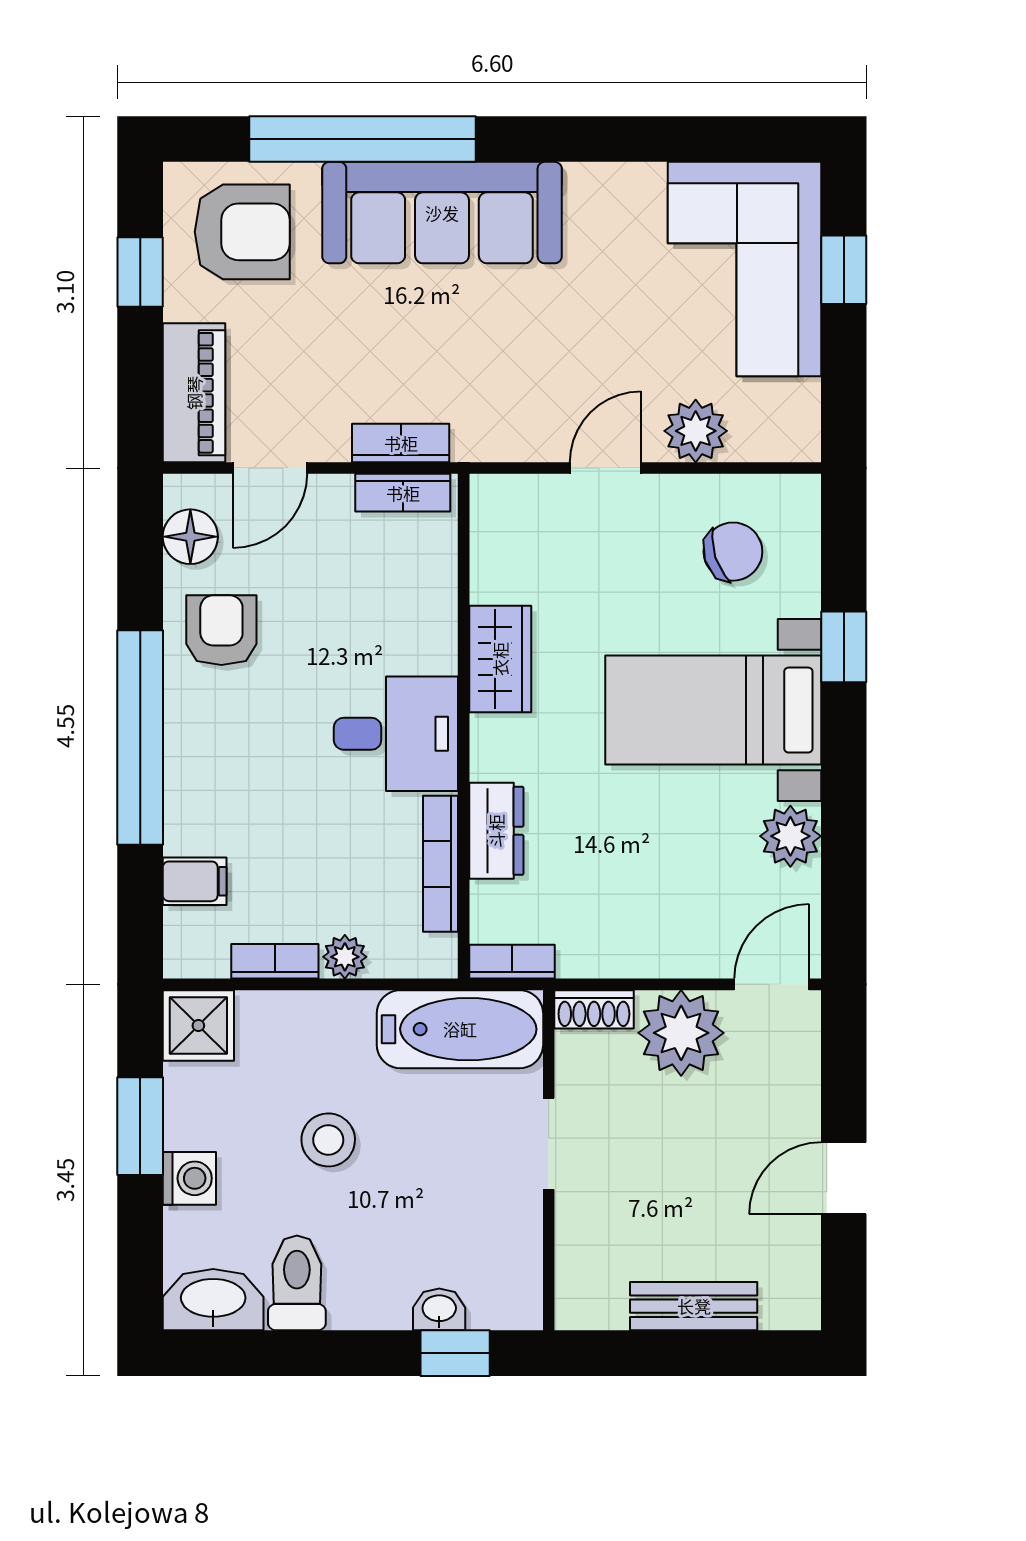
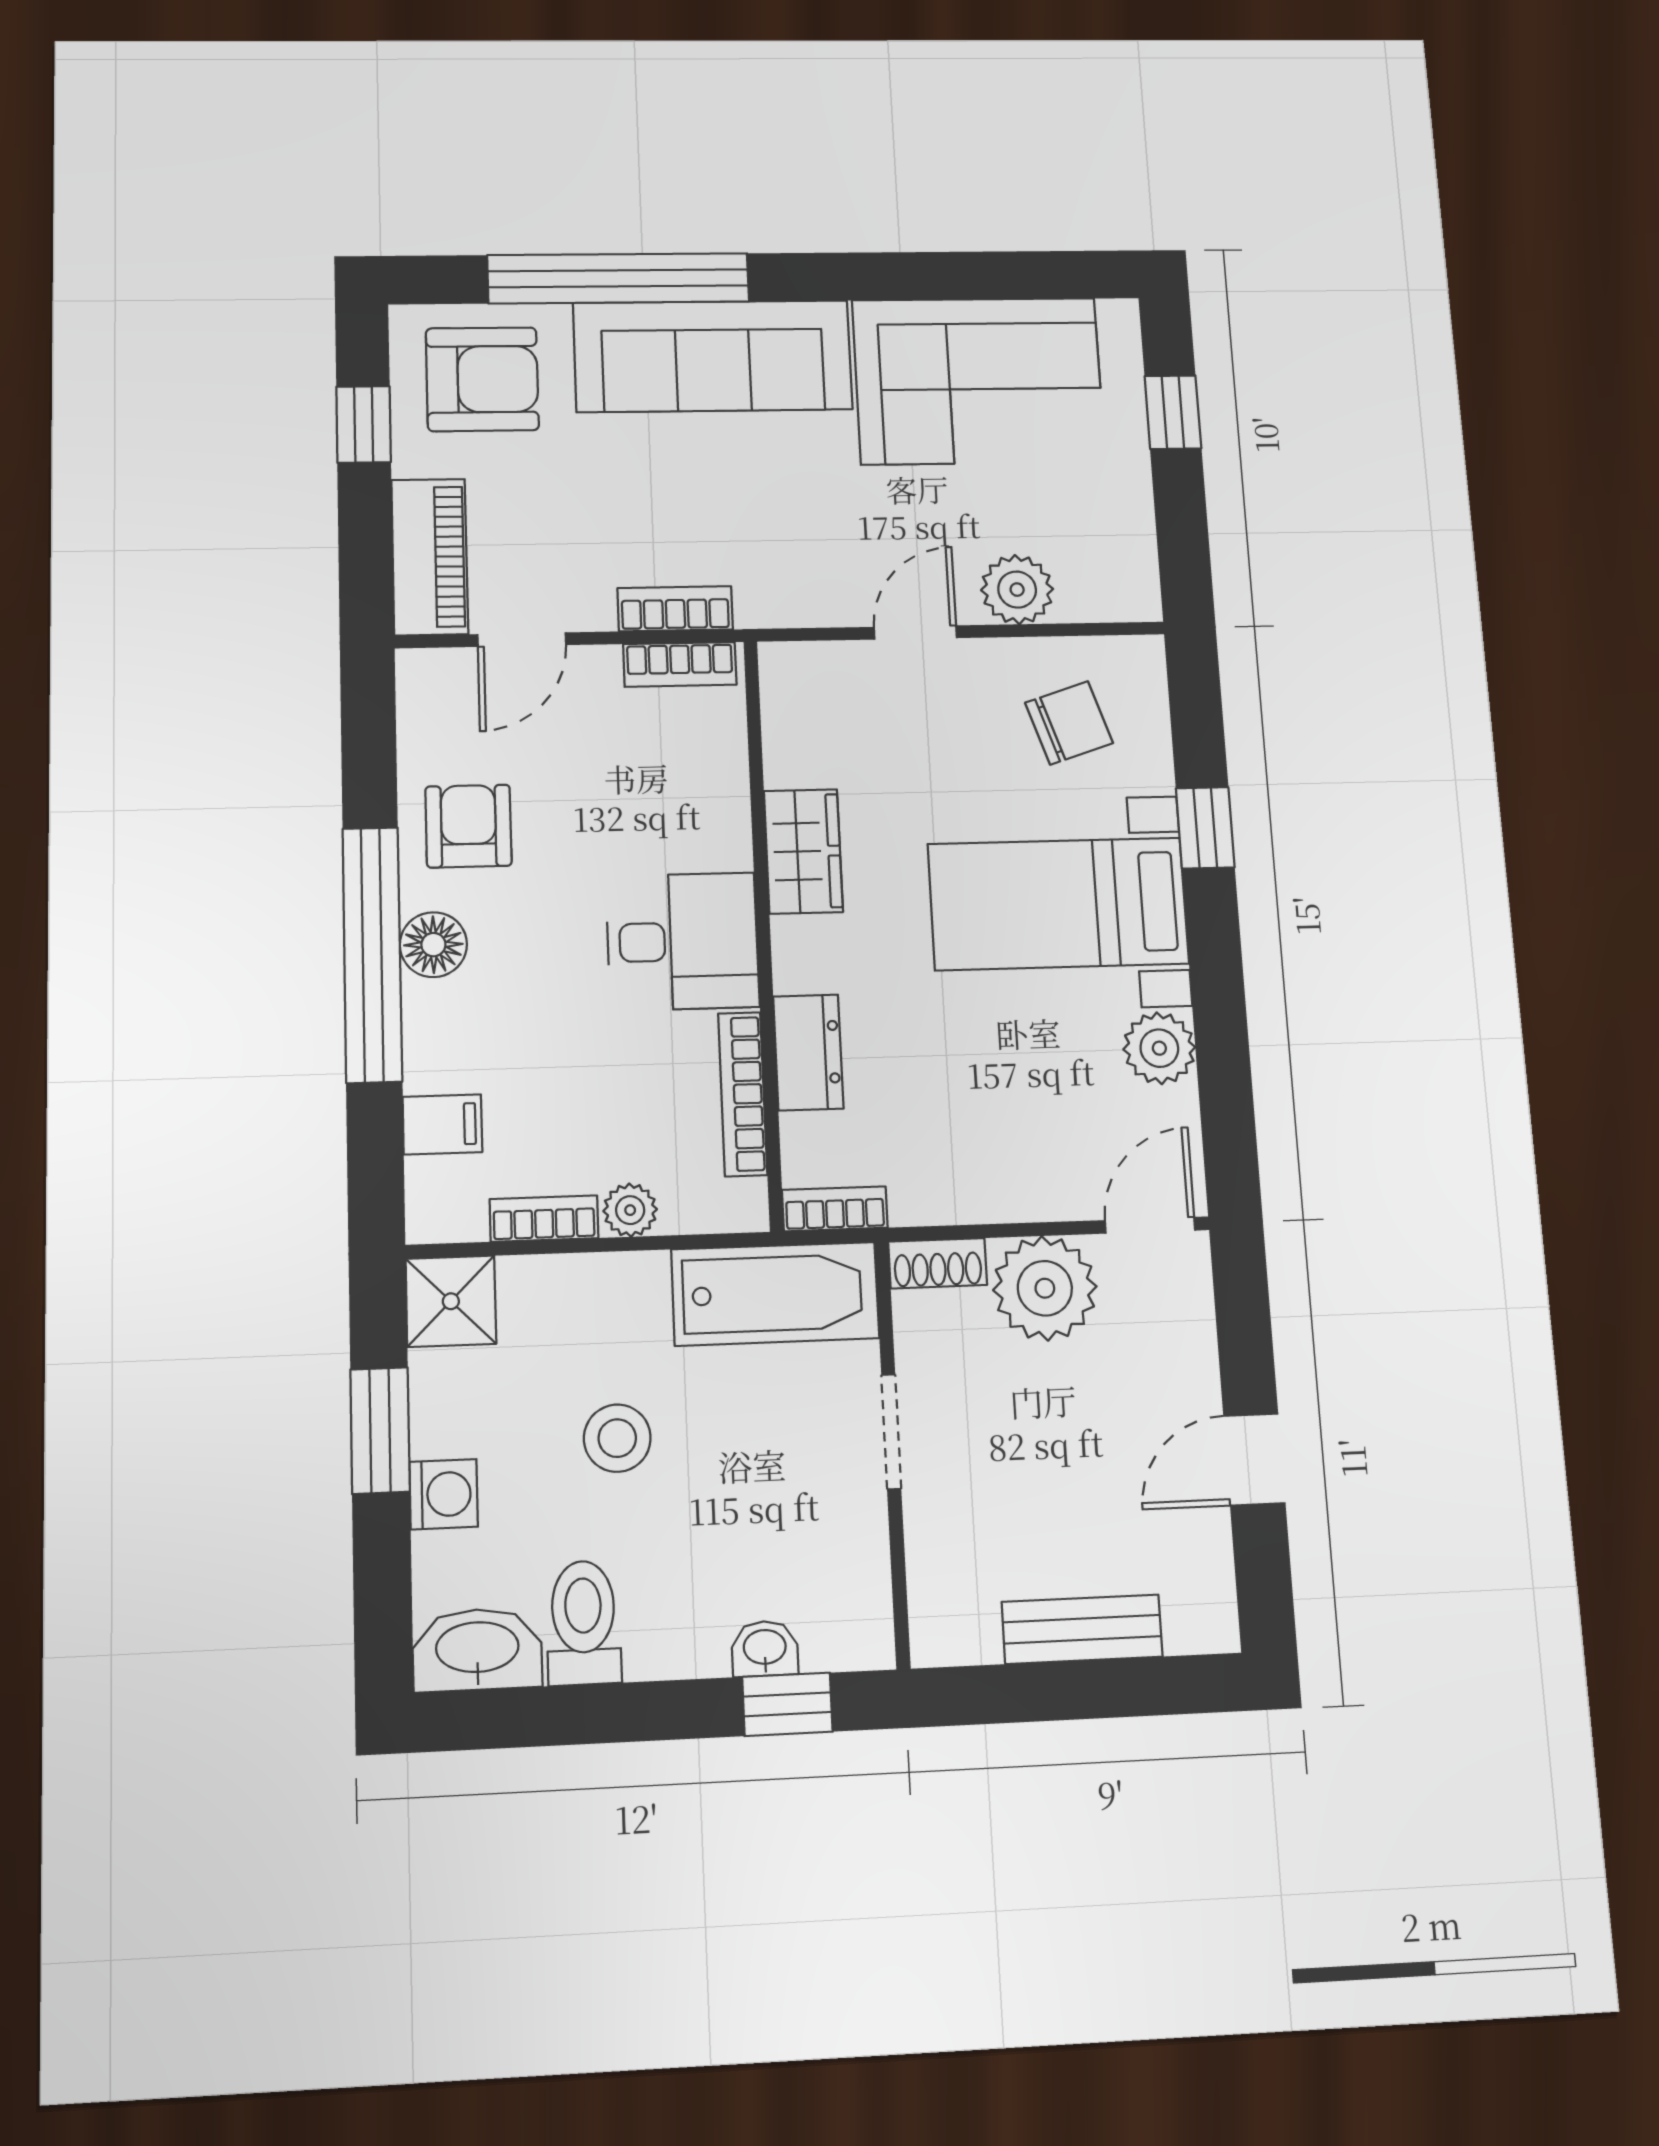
corner sofa: (744, 269) -> (979, 381), moved, turned -90
floor lamp: (190, 537) -> (433, 945), moved

